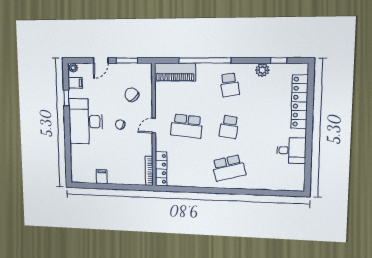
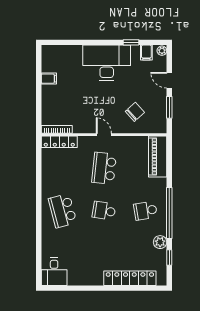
window: (205, 61) -> (169, 213), moved
chair: (120, 125) -> (104, 99), removed
desk: (291, 150) -> (54, 272), moved

